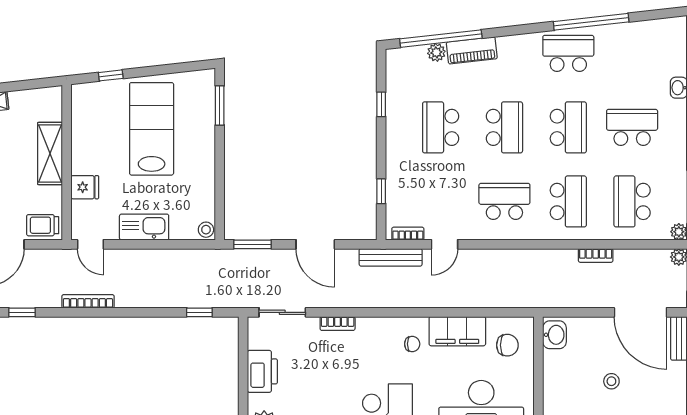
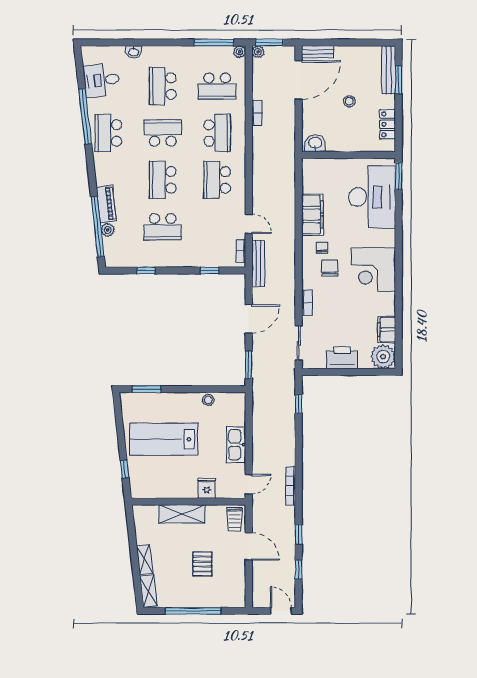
desk: (640, 44) -> (102, 80), added
school desk: (504, 127) -> (163, 180), turned -90
school desk: (568, 201) -> (217, 133), turned 90
stool: (206, 230) -> (208, 400), moved
chair: (507, 345) -> (330, 268), moved

